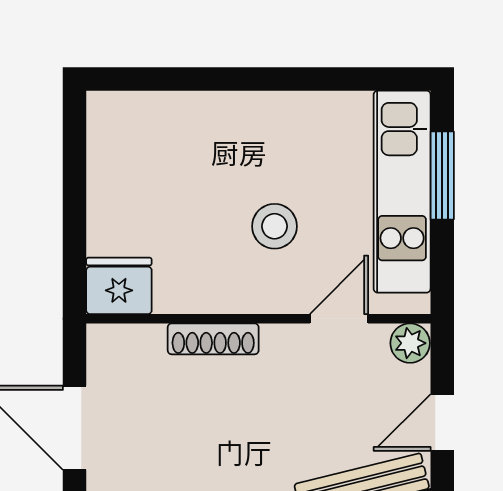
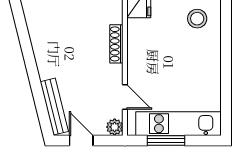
window: (442, 175) -> (166, 141), moved
stool: (275, 226) -> (197, 19), moved

